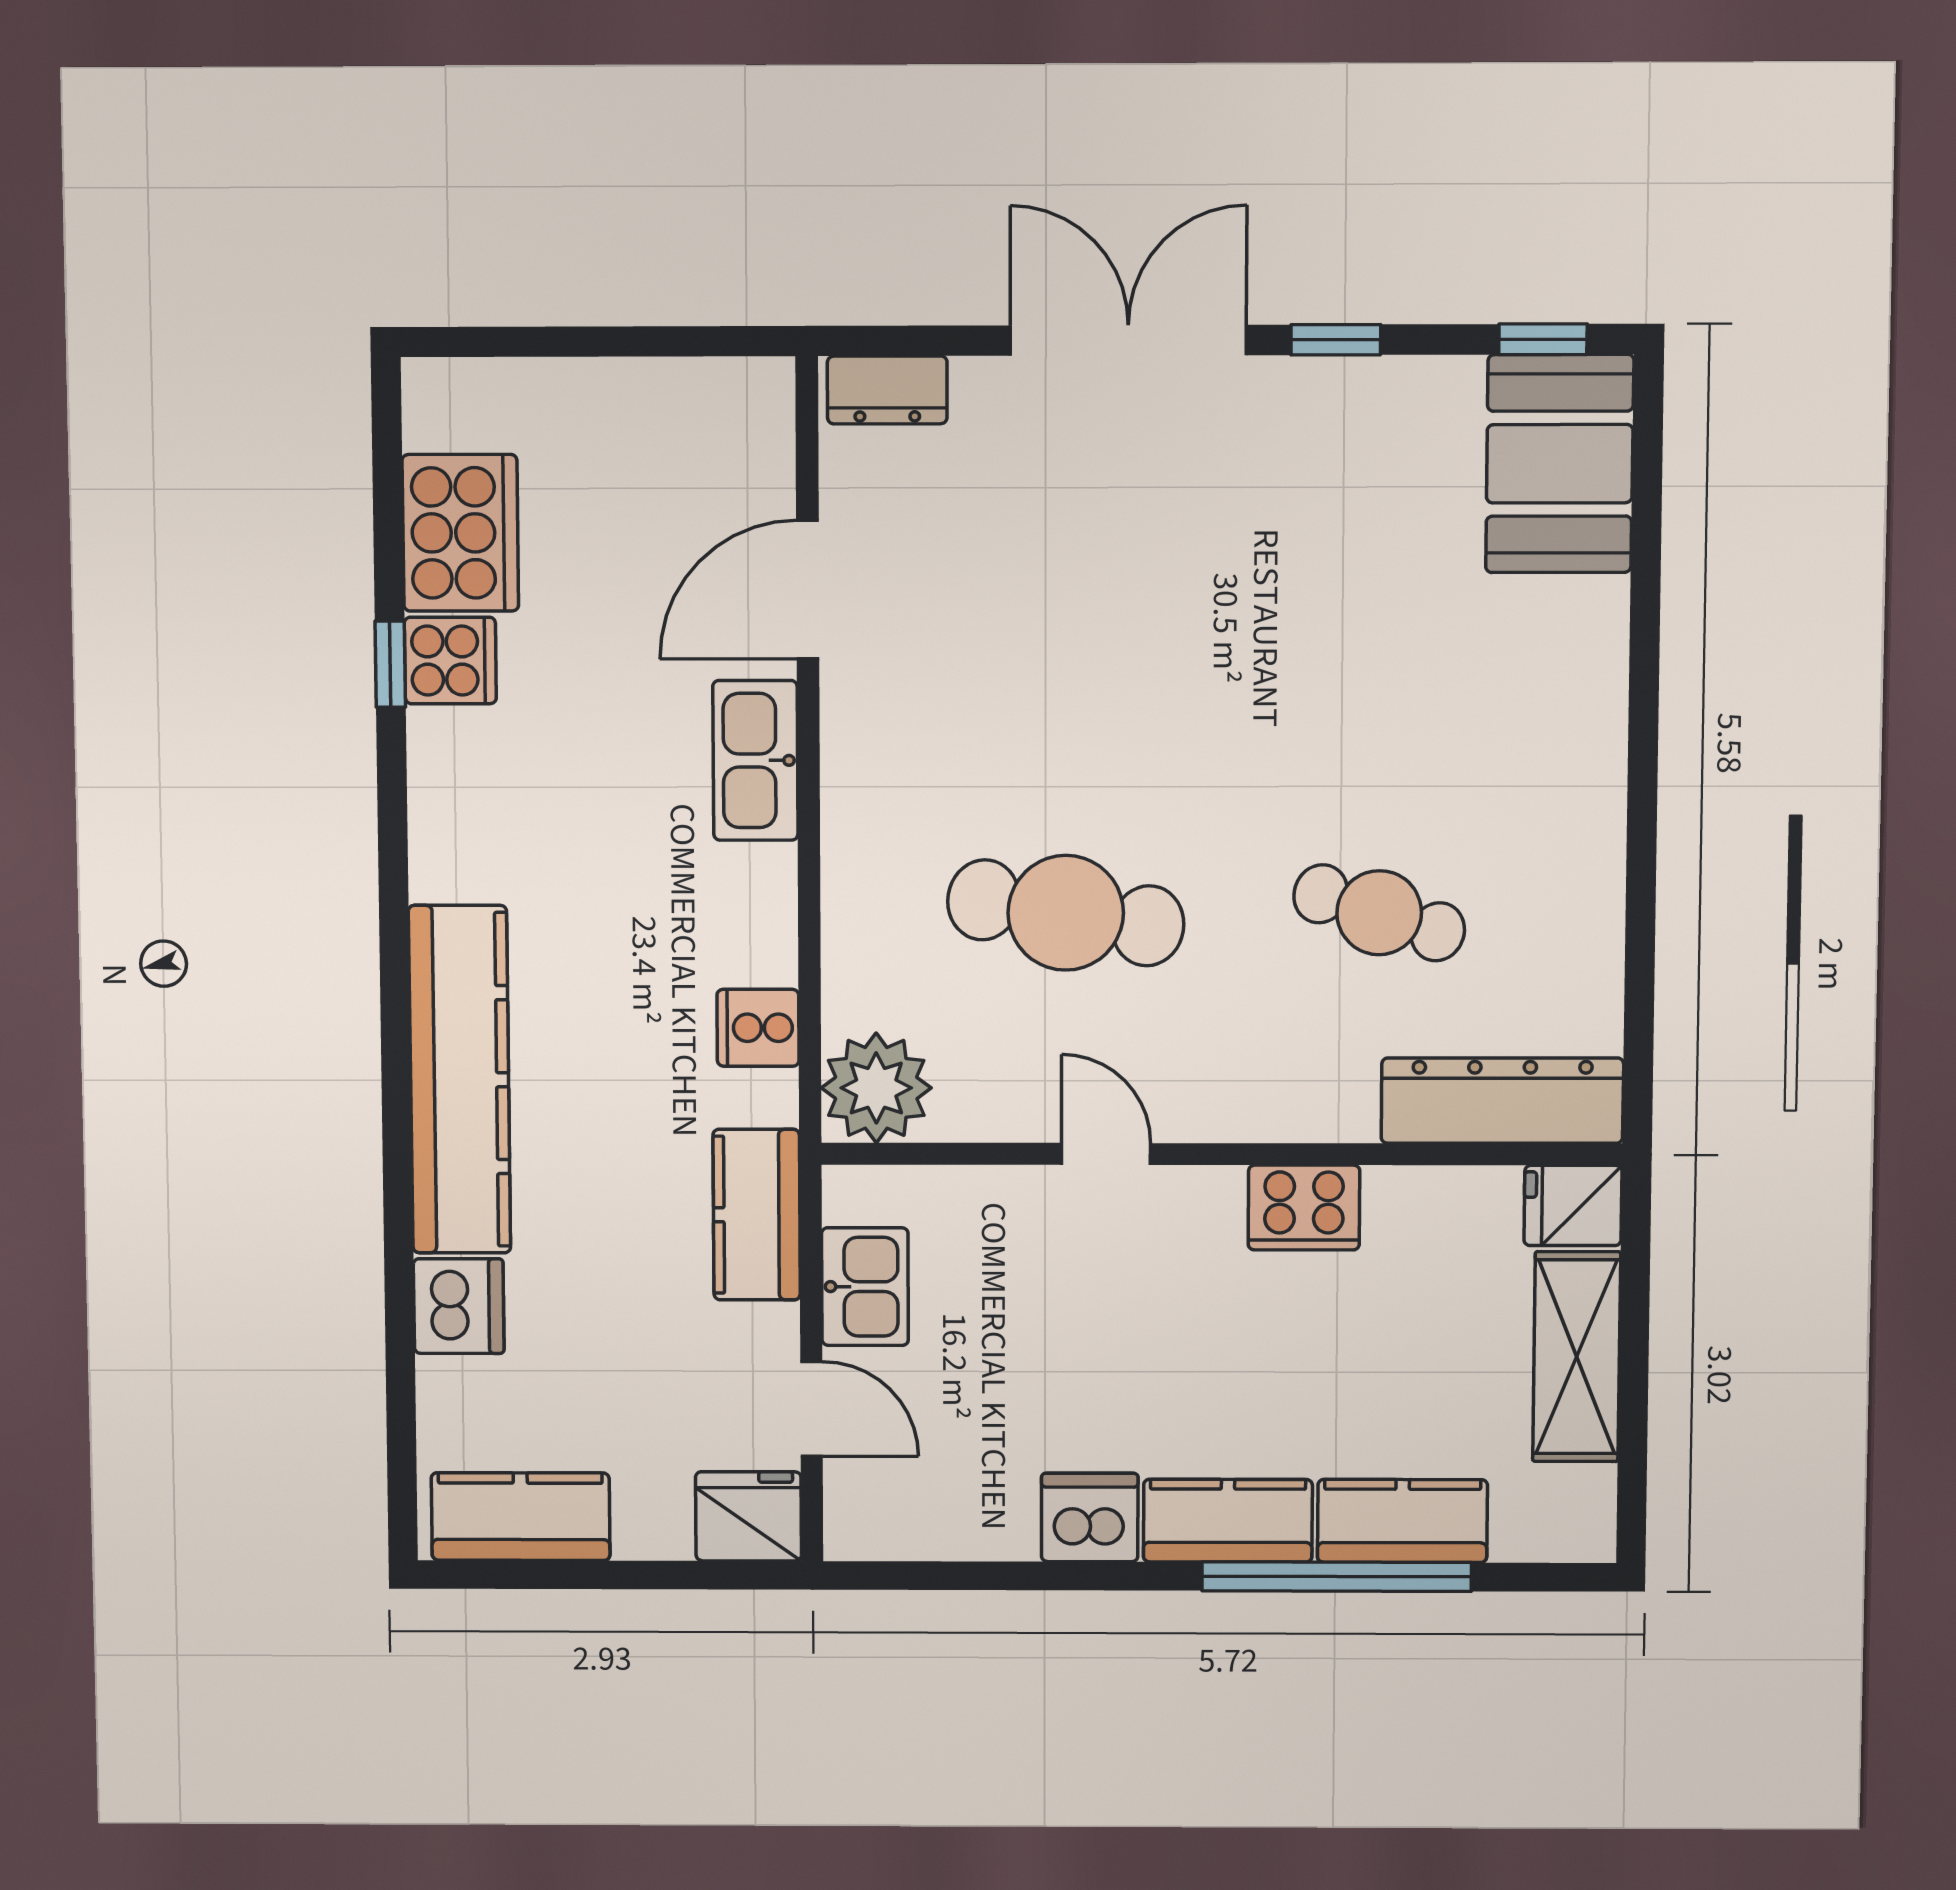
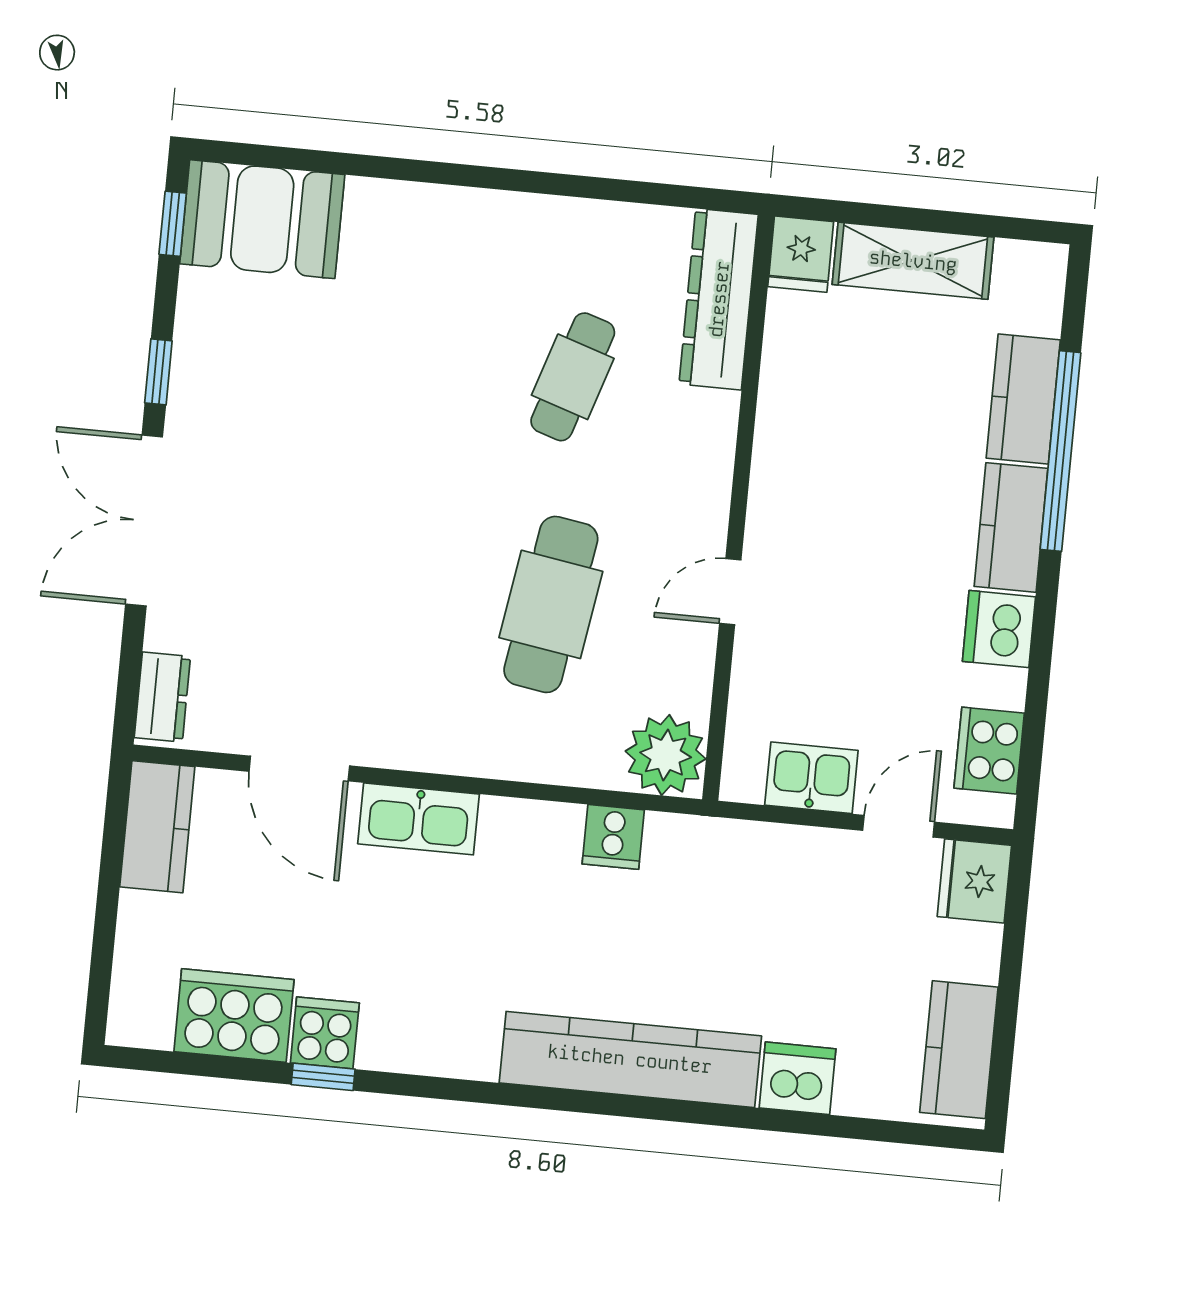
cooker: (1304, 1208) -> (989, 751), moved, turned 180
kitchen counter: (757, 1215) -> (157, 827), moved, turned -90

